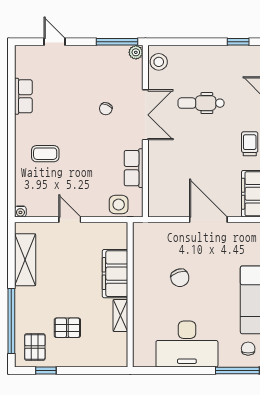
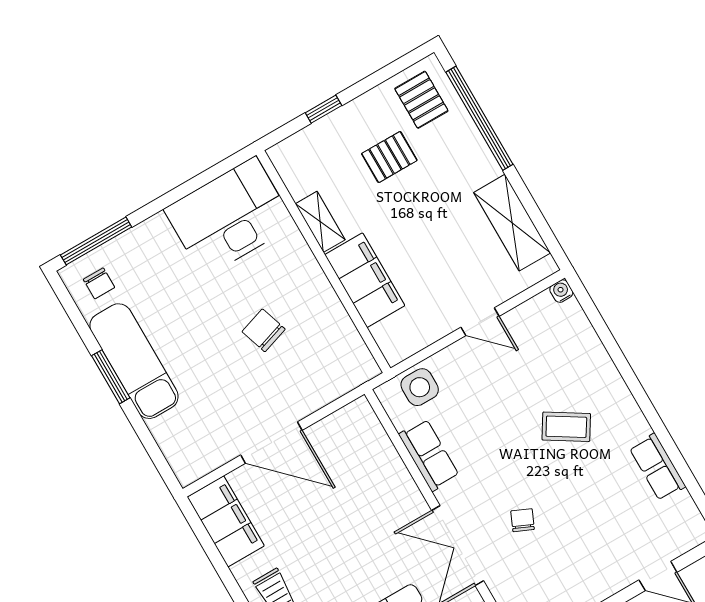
coffee table: (45, 154) -> (566, 427), moved, turned 32
desk: (187, 344) -> (229, 217), moved
window: (46, 371) -> (324, 109), moved

